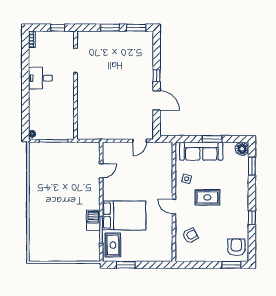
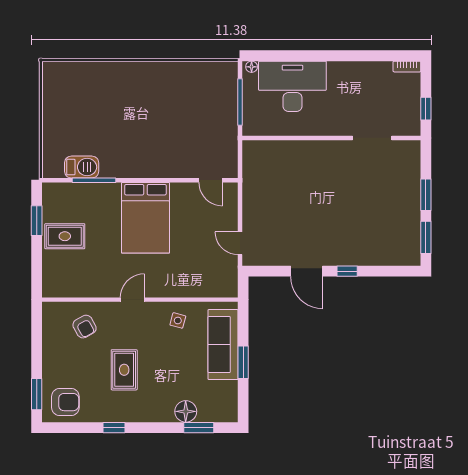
desk: (40, 78) -> (292, 86), moved, width x1.87, depth x1.30
door: (157, 100) -> (307, 271), hinge flipped
floor lamp: (242, 149) -> (186, 411), moved
door: (101, 171) -> (211, 180), moved
rug: (207, 197) -> (124, 370), moved
bed: (124, 216) -> (145, 218), moved
barbecue: (93, 220) -> (82, 167), moved
rug: (113, 245) -> (65, 236), moved

